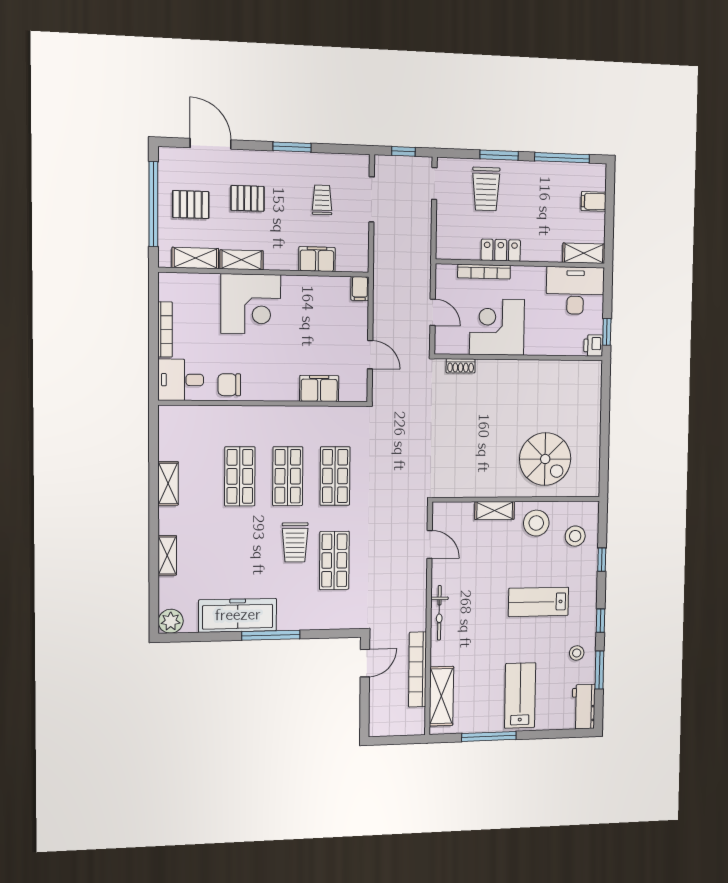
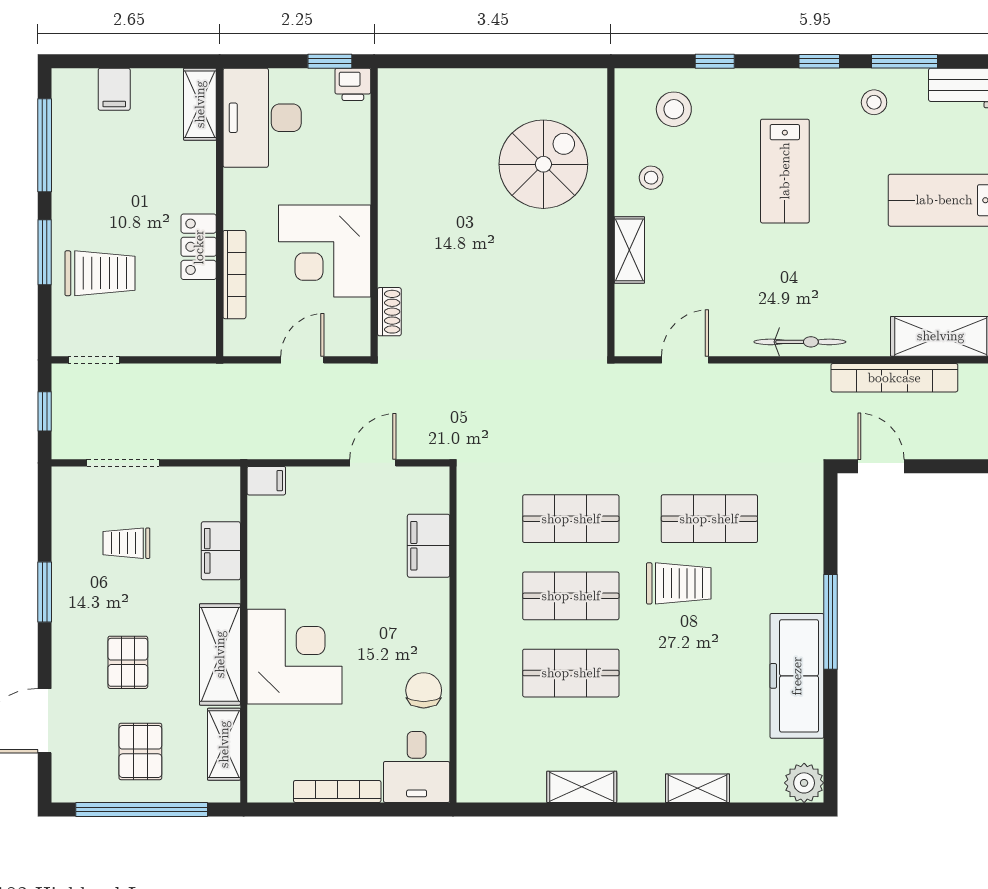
shelving: (242, 260) -> (220, 654), width x1.50, depth x1.33
chair: (229, 385) -> (424, 690), turned 180
stool: (536, 523) -> (651, 178), width x0.53, depth x0.53

